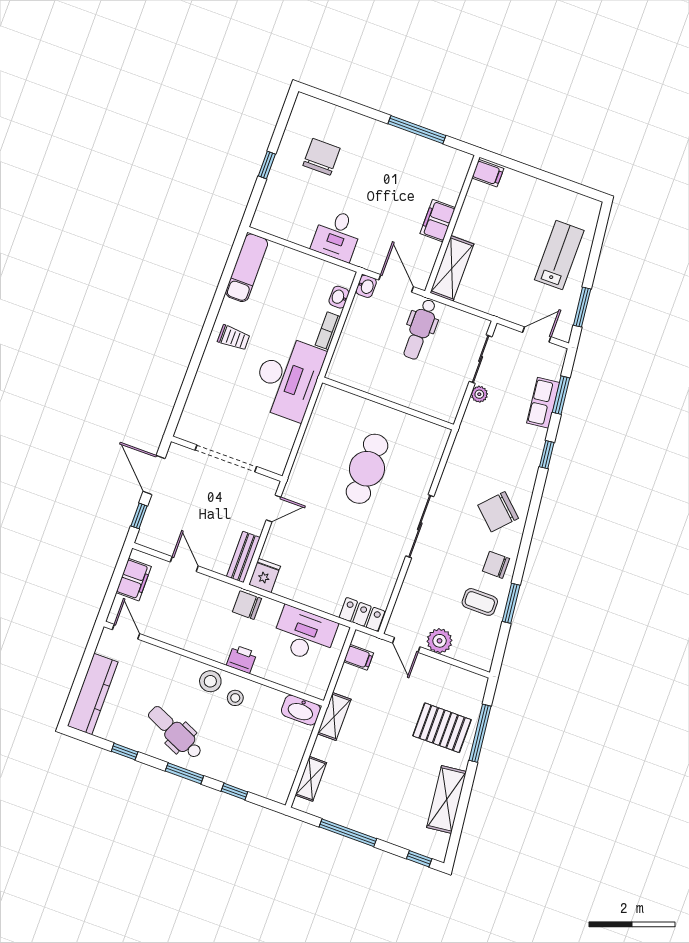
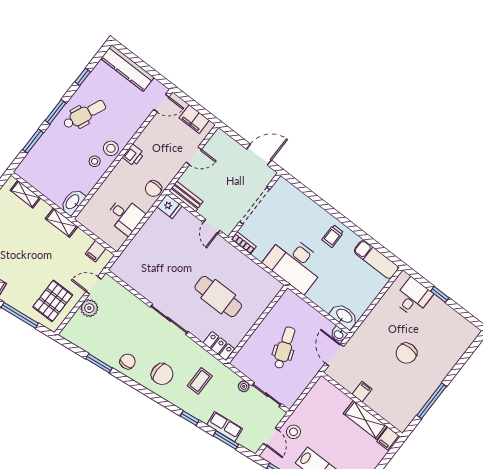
chair: (322, 157) -> (406, 353), moved, turned 90
filing cabinet: (438, 221) -> (362, 392), width x0.50
desk: (337, 235) -> (413, 297), moved, turned 90
shelving: (452, 268) -> (365, 420), moved
door: (396, 283) -> (334, 355), swing flipped
washbasin: (339, 297) -> (344, 316), width x1.91, depth x1.45
stool: (520, 306) -> (293, 432), added
dental chair: (420, 329) -> (284, 348), moved, turned 70
bookcase: (328, 331) -> (244, 243), moved
chair: (498, 512) -> (162, 374), turned 137
window: (139, 516) -> (235, 136), removed
coffee table: (480, 602) -> (200, 381), moved
chair: (247, 605) -> (153, 189), turned 180
locker: (362, 614) -> (219, 346), moved, turned -90
desk: (304, 635) -> (125, 216), width x0.73
printer: (242, 659) -> (133, 155), moved
pallet: (442, 728) -> (53, 301), moved
window: (234, 792) -> (33, 141), width x1.50

